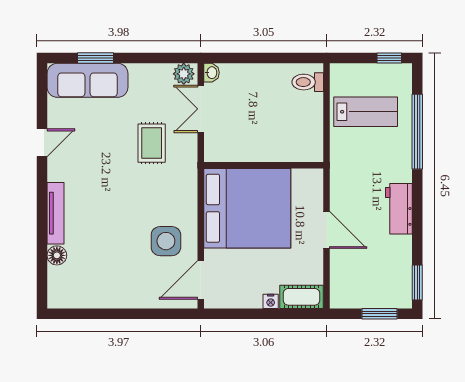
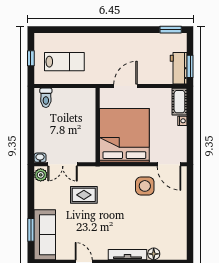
window: (389, 58) -> (31, 58), moved
lab bench: (366, 112) -> (64, 62), turned 90
window: (417, 132) -> (77, 30), removed
workbench: (399, 209) -> (179, 68), moved, turned 90
door: (326, 230) -> (125, 86), moved
window: (380, 314) -> (190, 66), moved

